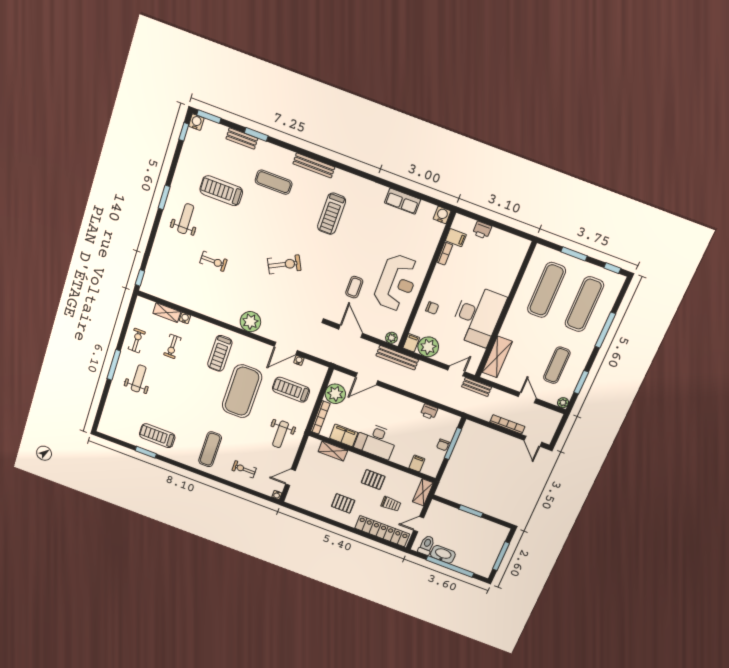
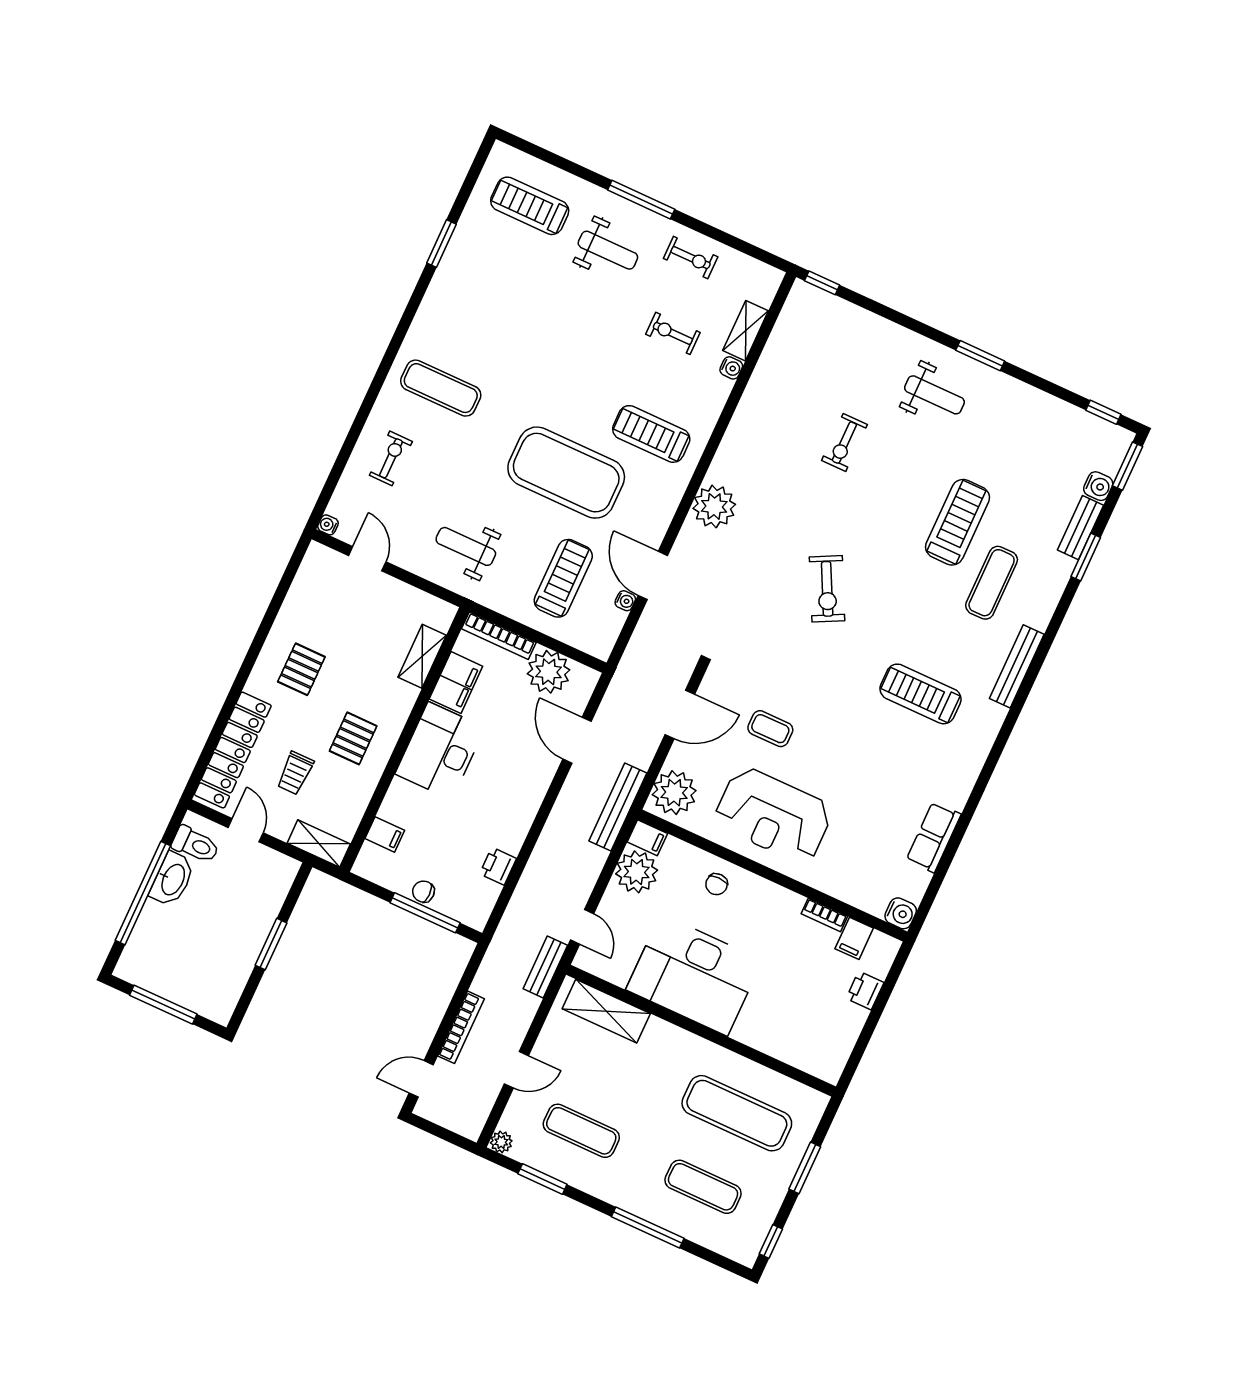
water cooler: (196, 122) -> (1098, 486), moved
treadmill: (221, 191) -> (958, 522), moved
exercise mat: (584, 304) -> (703, 1187), width x0.73, depth x0.69
plant: (391, 338) -> (674, 793), width x1.87, depth x1.87
treadmill: (157, 436) -> (530, 206), moved, turned -90

